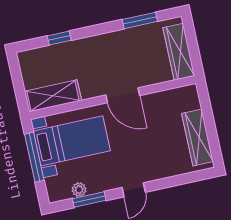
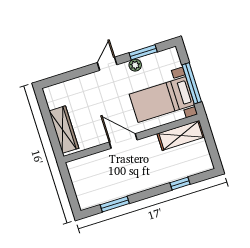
wardrobe: (179, 52) -> (80, 181), removed
wardrobe: (197, 138) -> (64, 130), moved
plant: (79, 190) -> (135, 65), moved

